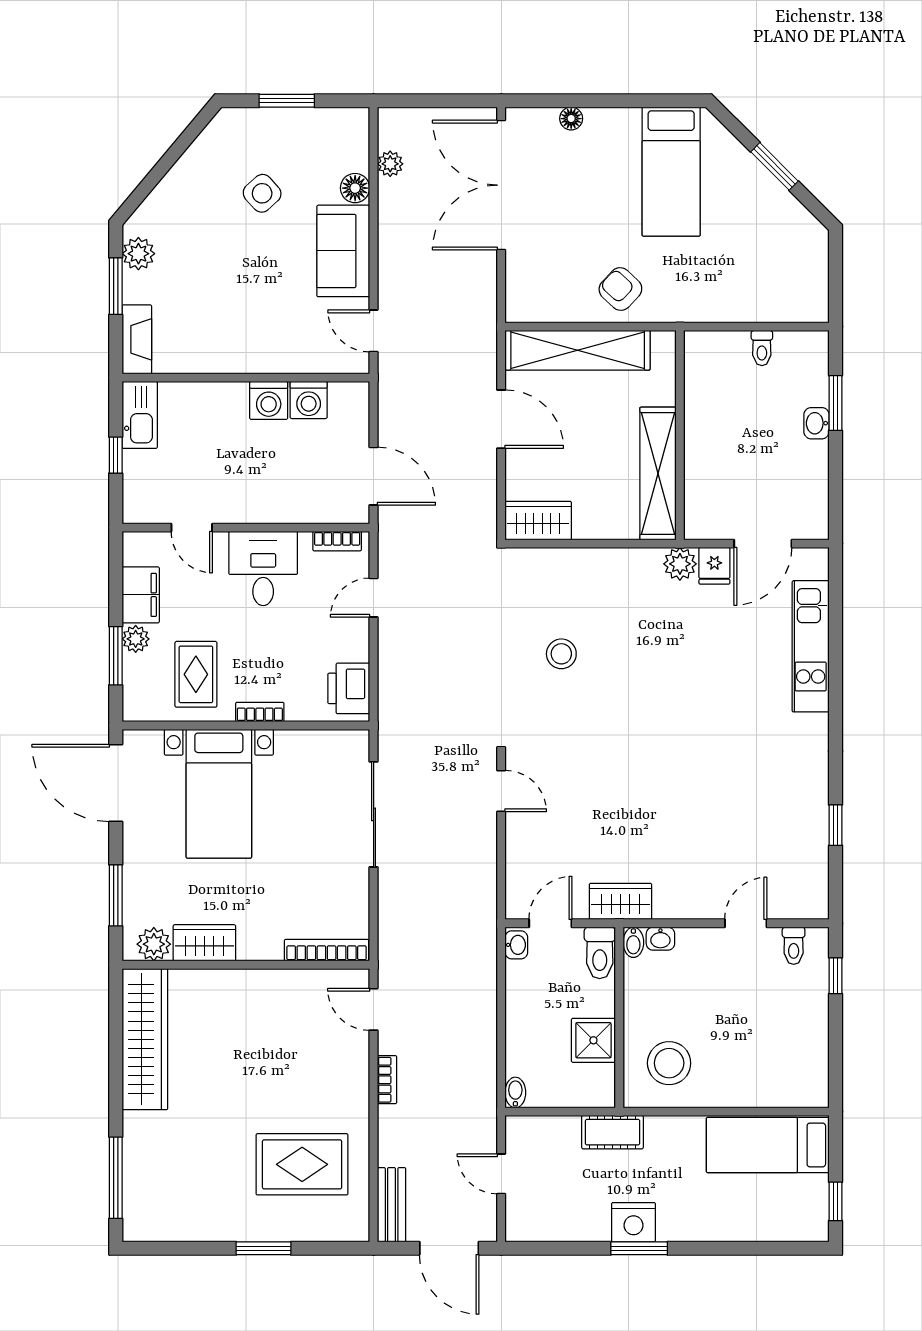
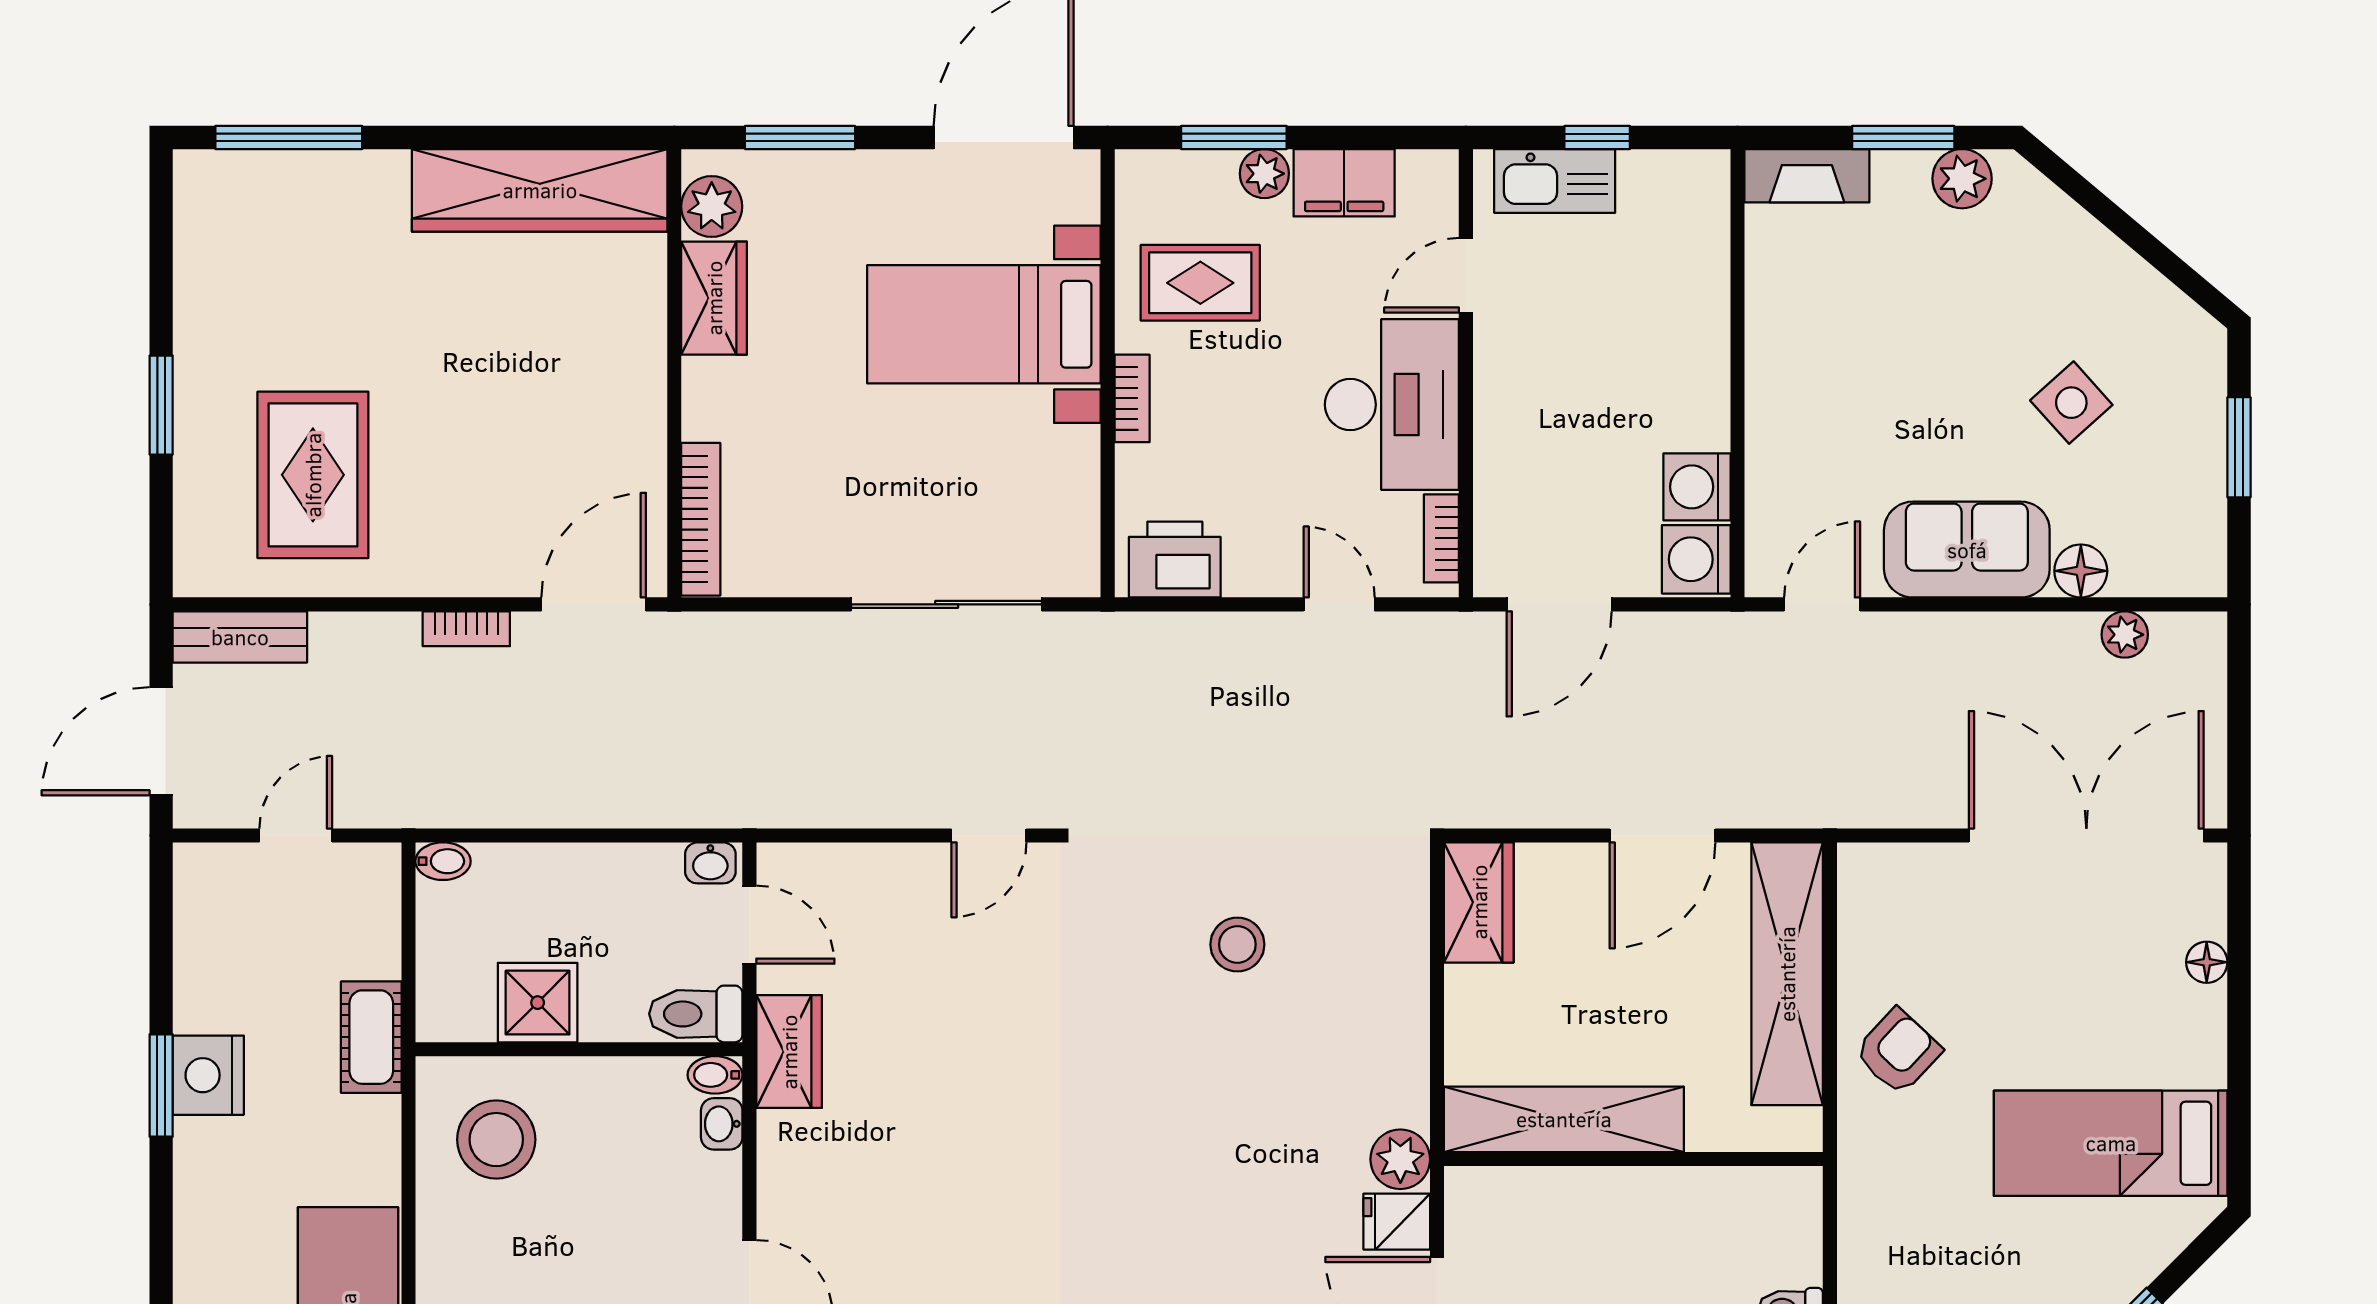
washing machine: (269, 400) -> (1696, 559), moved
kitchen sink: (140, 415) -> (1555, 181), moved
desk: (263, 569) -> (1392, 405), width x1.37
door: (374, 1009) -> (594, 604), width x1.38

